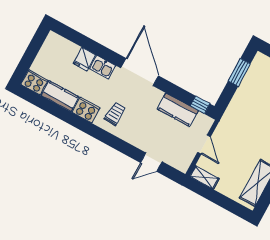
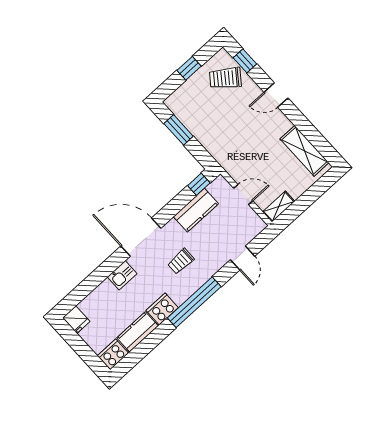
fridge: (84, 59) -> (76, 320), moved
trolley: (115, 114) -> (181, 261), moved, turned -93
window: (101, 135) -> (194, 302), added

